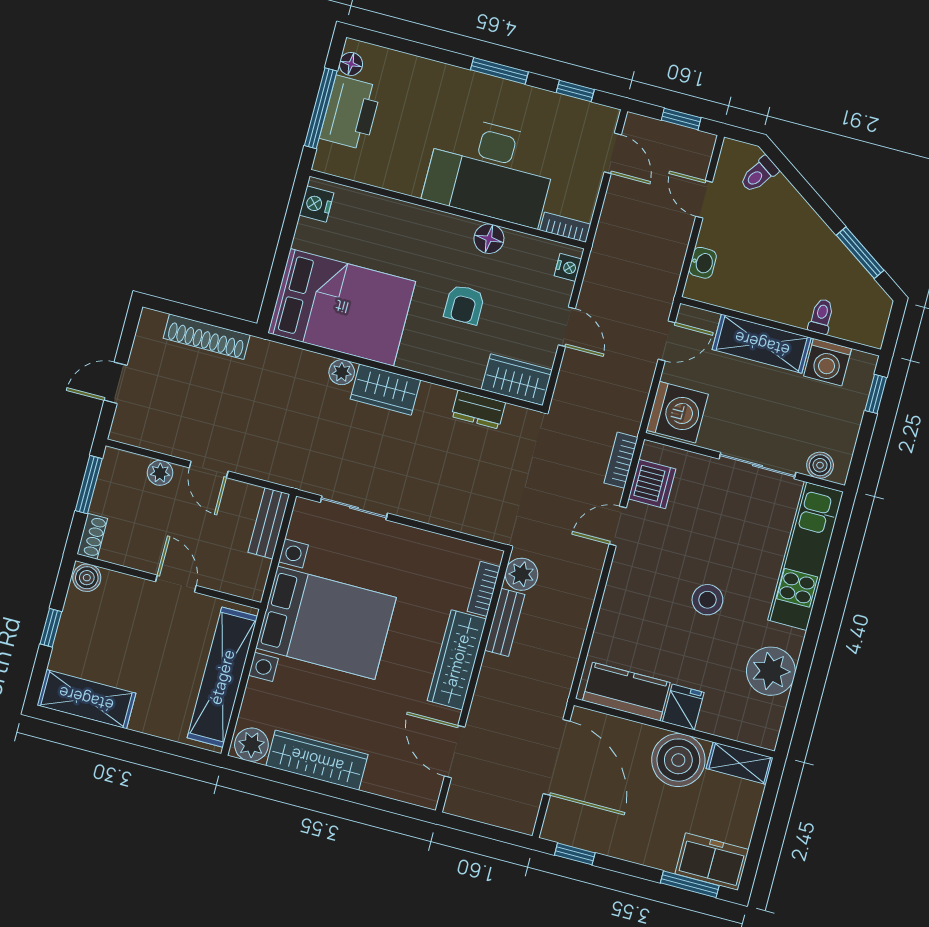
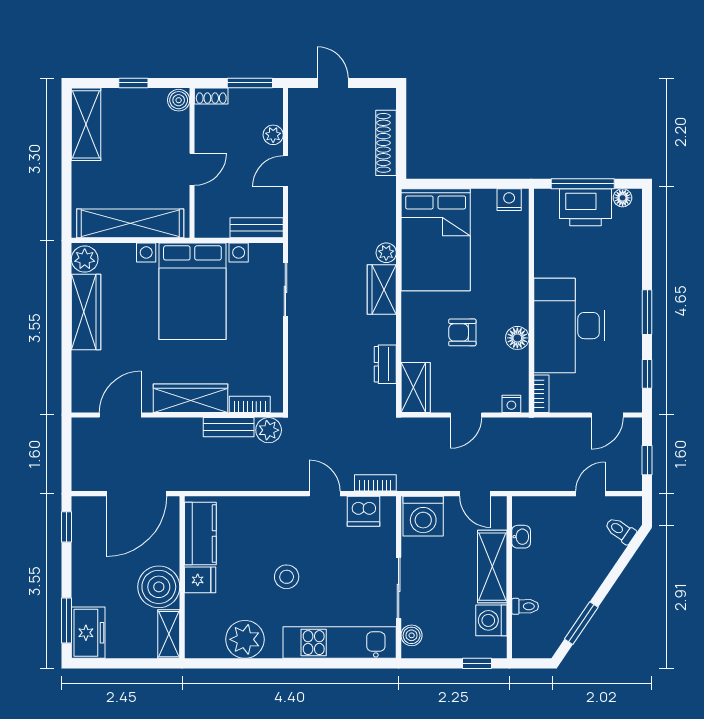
washbasin: (703, 263) -> (521, 537), moved, turned -90

